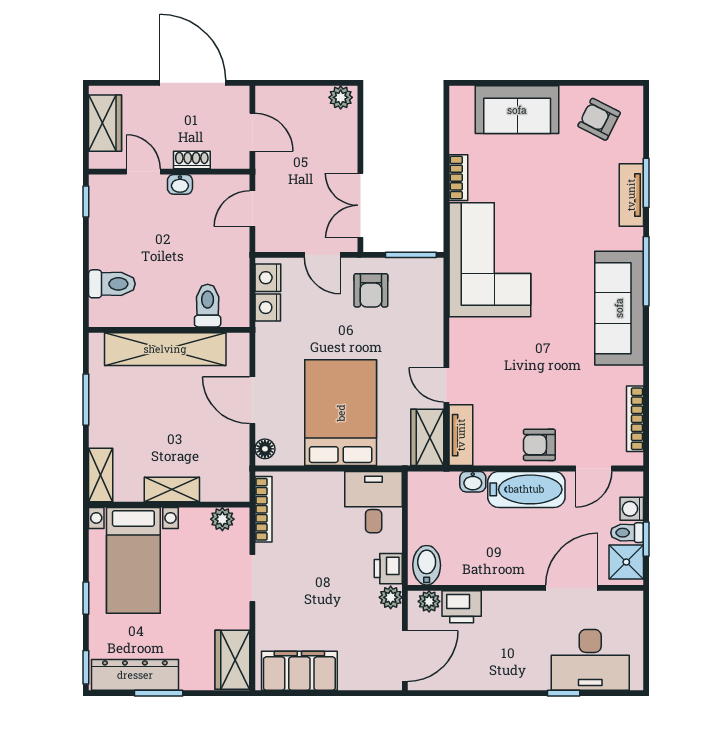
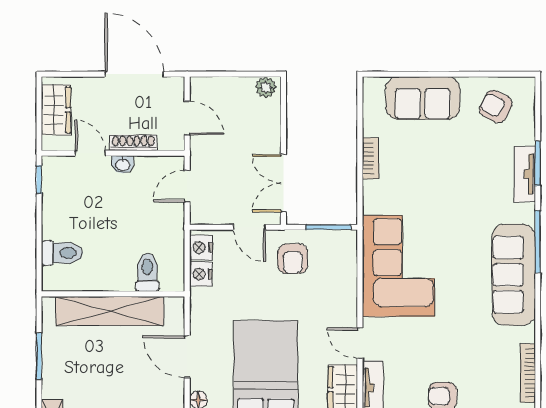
shoe rack: (192, 160) -> (133, 143), width x1.43
corner sofa: (490, 260) -> (399, 266), moved

